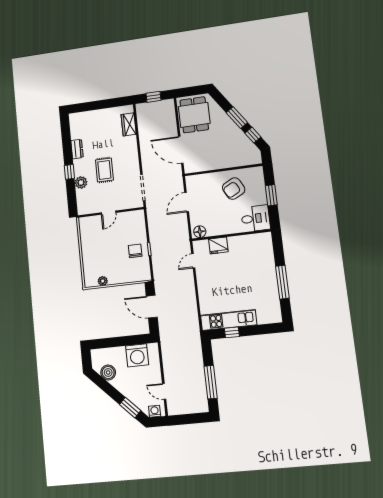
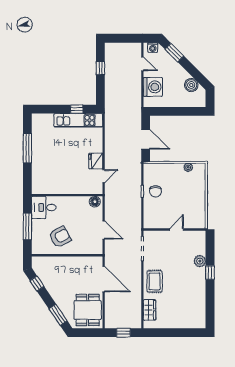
window: (237, 118) -> (58, 315), moved
dresser: (77, 149) -> (201, 293), removed
rug: (104, 170) -> (155, 281), moved
window: (271, 195) -> (27, 226), width x1.44
door: (187, 202) -> (104, 230), hinge flipped
fridge: (218, 245) -> (96, 161), moved, turned -90
washing machine: (137, 355) -> (153, 87), moved, turned 90
window: (211, 382) -> (100, 68), width x0.46

